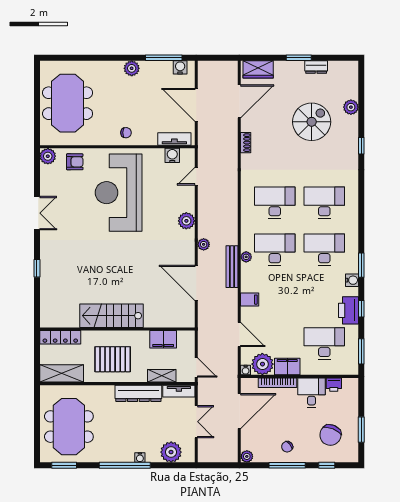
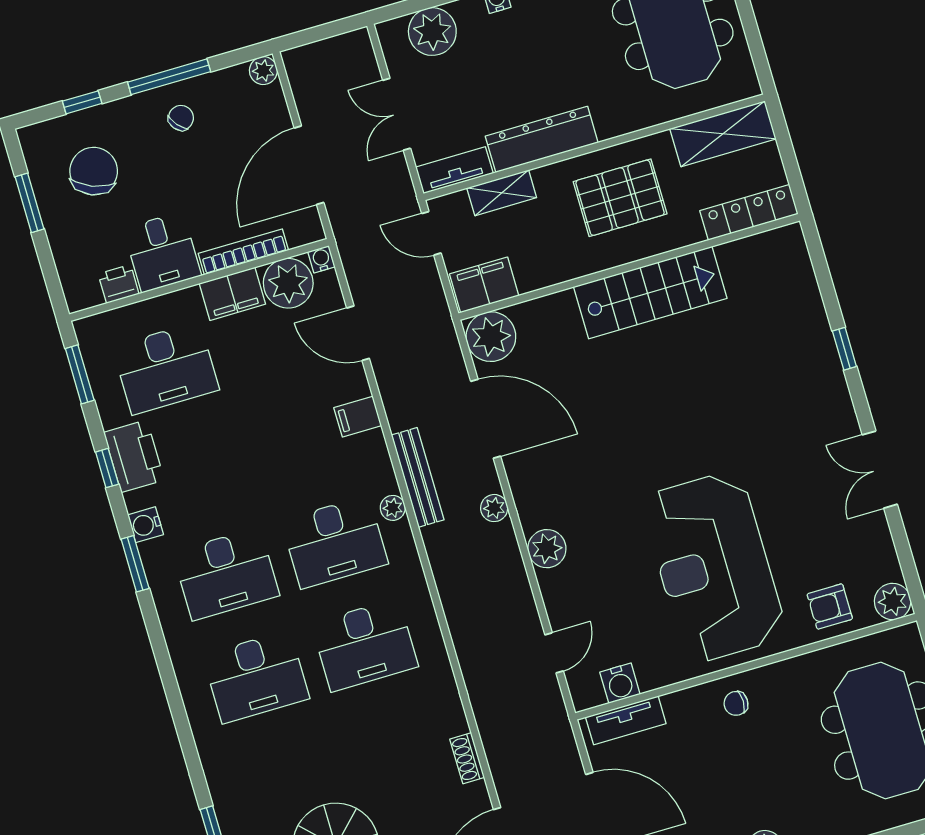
reception desk: (119, 193) -> (714, 567), turned 180
plant: (184, 317) -> (491, 337), added
filing cabinet: (163, 339) -> (484, 285), moved

